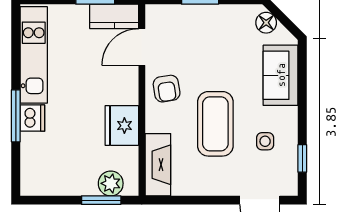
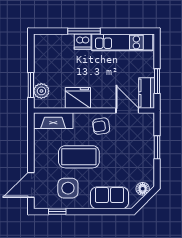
side table: (265, 141) -> (68, 188), width x1.87, depth x1.87

